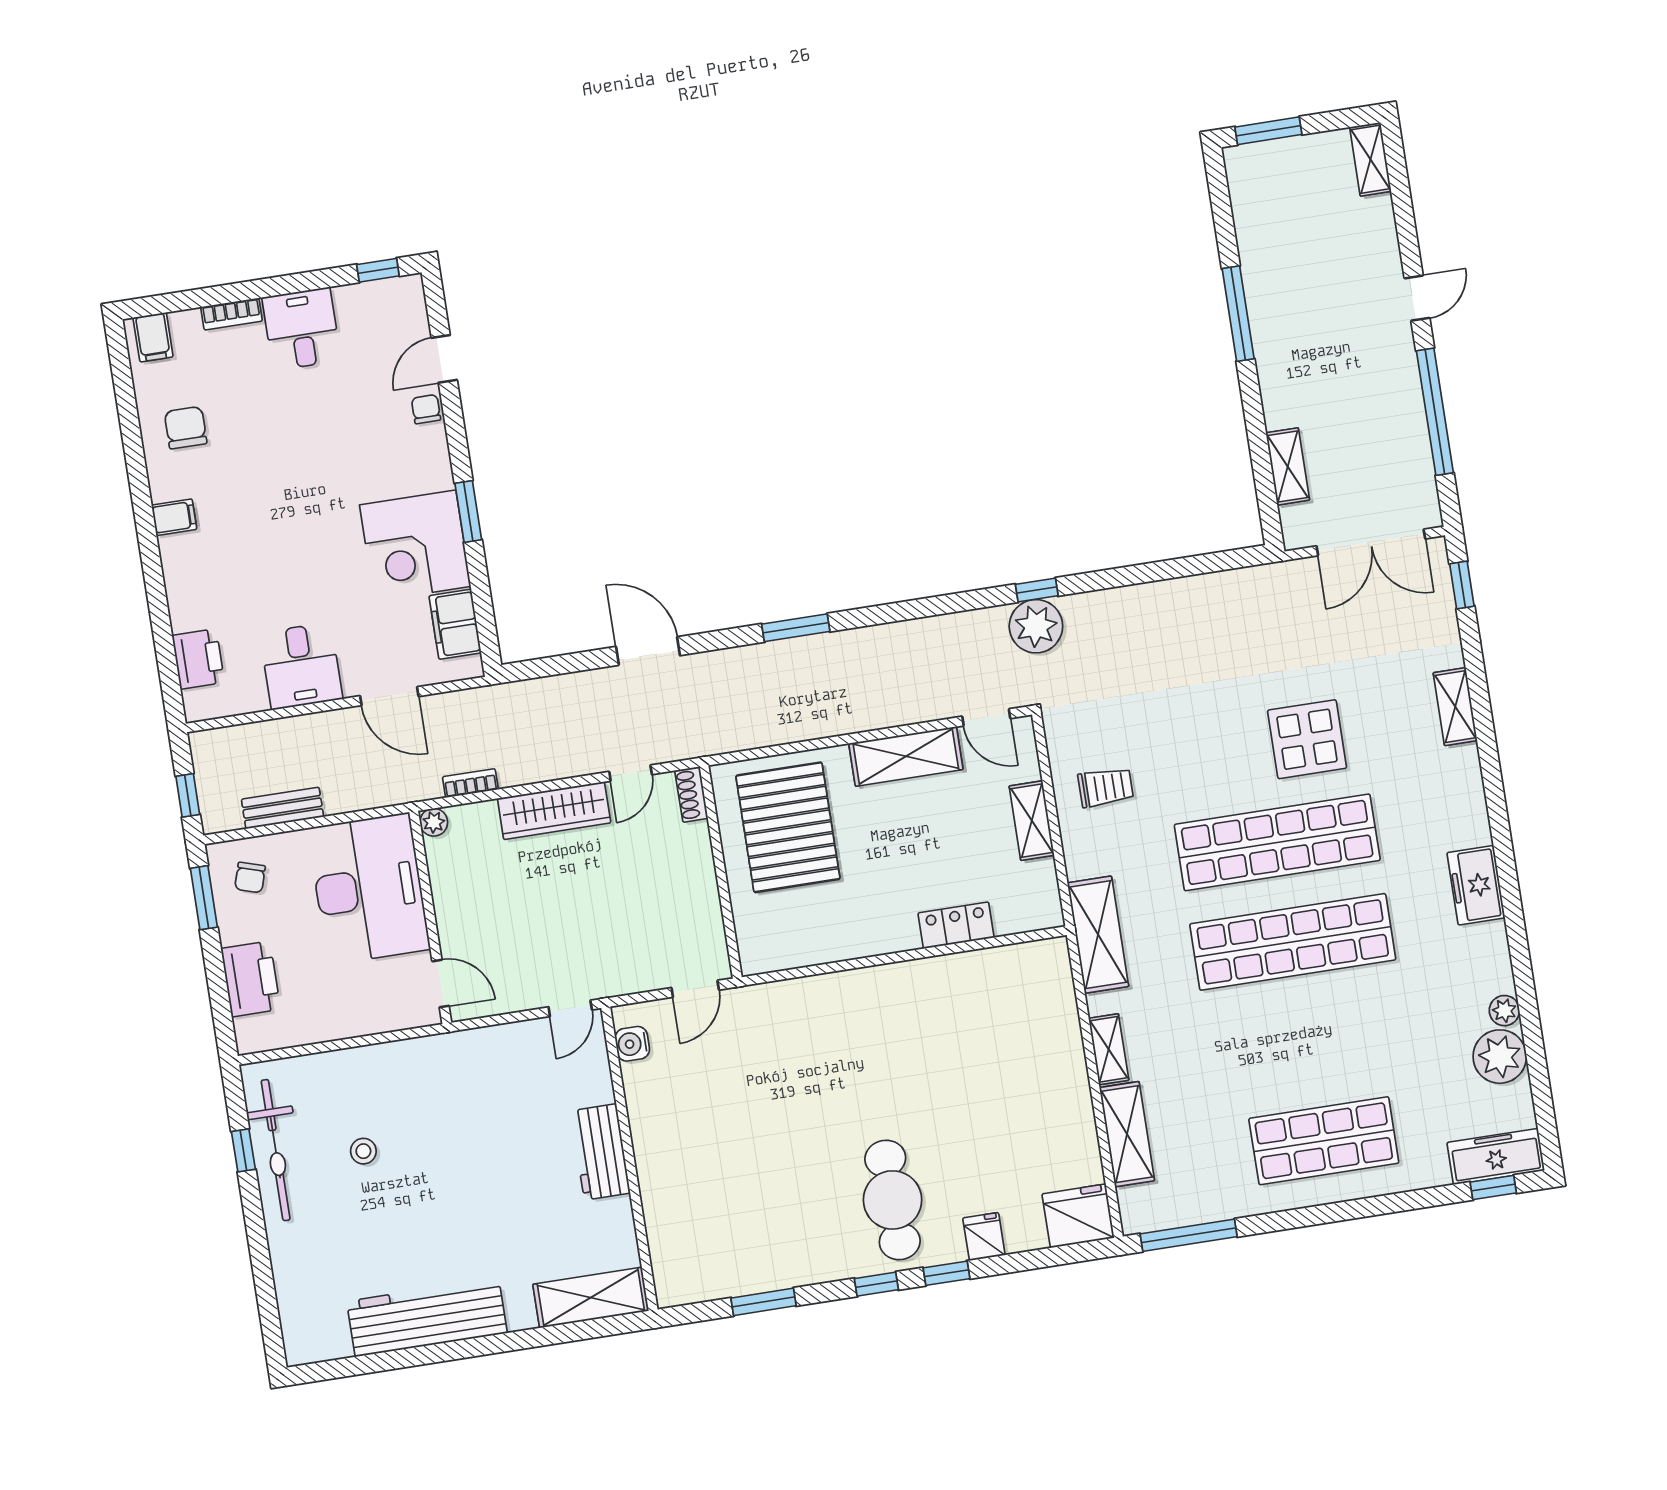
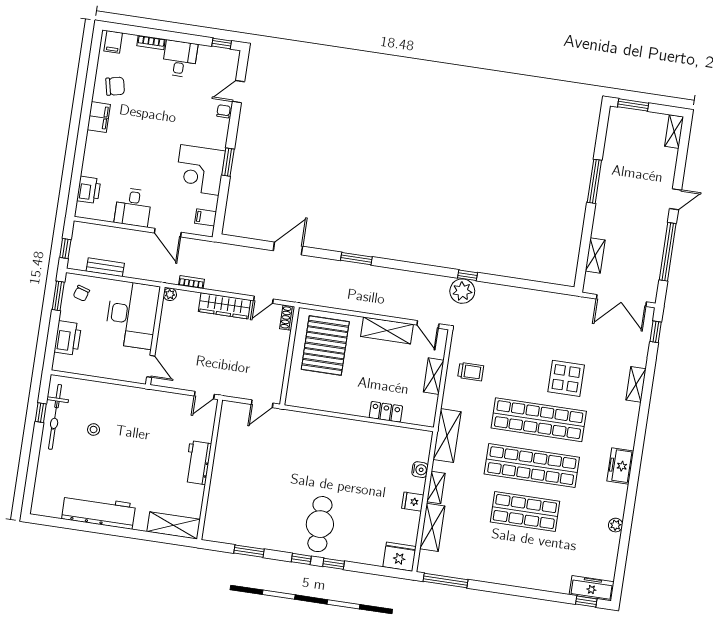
chair: (186, 428) -> (115, 86), turned 78
filing cabinet: (174, 517) -> (99, 117), width x2.00
filing cabinet: (455, 624) -> (206, 217), width x0.50
door: (648, 651) -> (288, 248), hinge flipped
water cooler: (632, 1044) -> (420, 470), moved, turned 180
plant: (1500, 1057) -> (607, 545), removed
shop shelf: (1324, 1141) -> (525, 512), moved
fridge: (984, 1237) -> (413, 502), moved, turned -90

